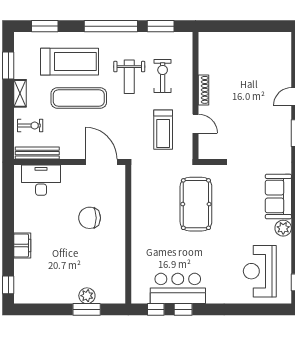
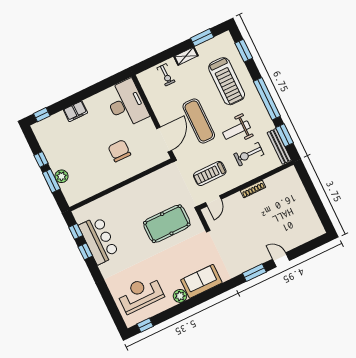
exercise bike: (163, 76) -> (249, 154), turned 180
exercise mat: (79, 98) -> (199, 121), moved
door: (195, 124) -> (213, 201), moved
bench: (37, 153) -> (279, 146), moved
desk: (41, 180) -> (126, 104), width x1.36, depth x1.30
window: (57, 309) -> (41, 159), added

